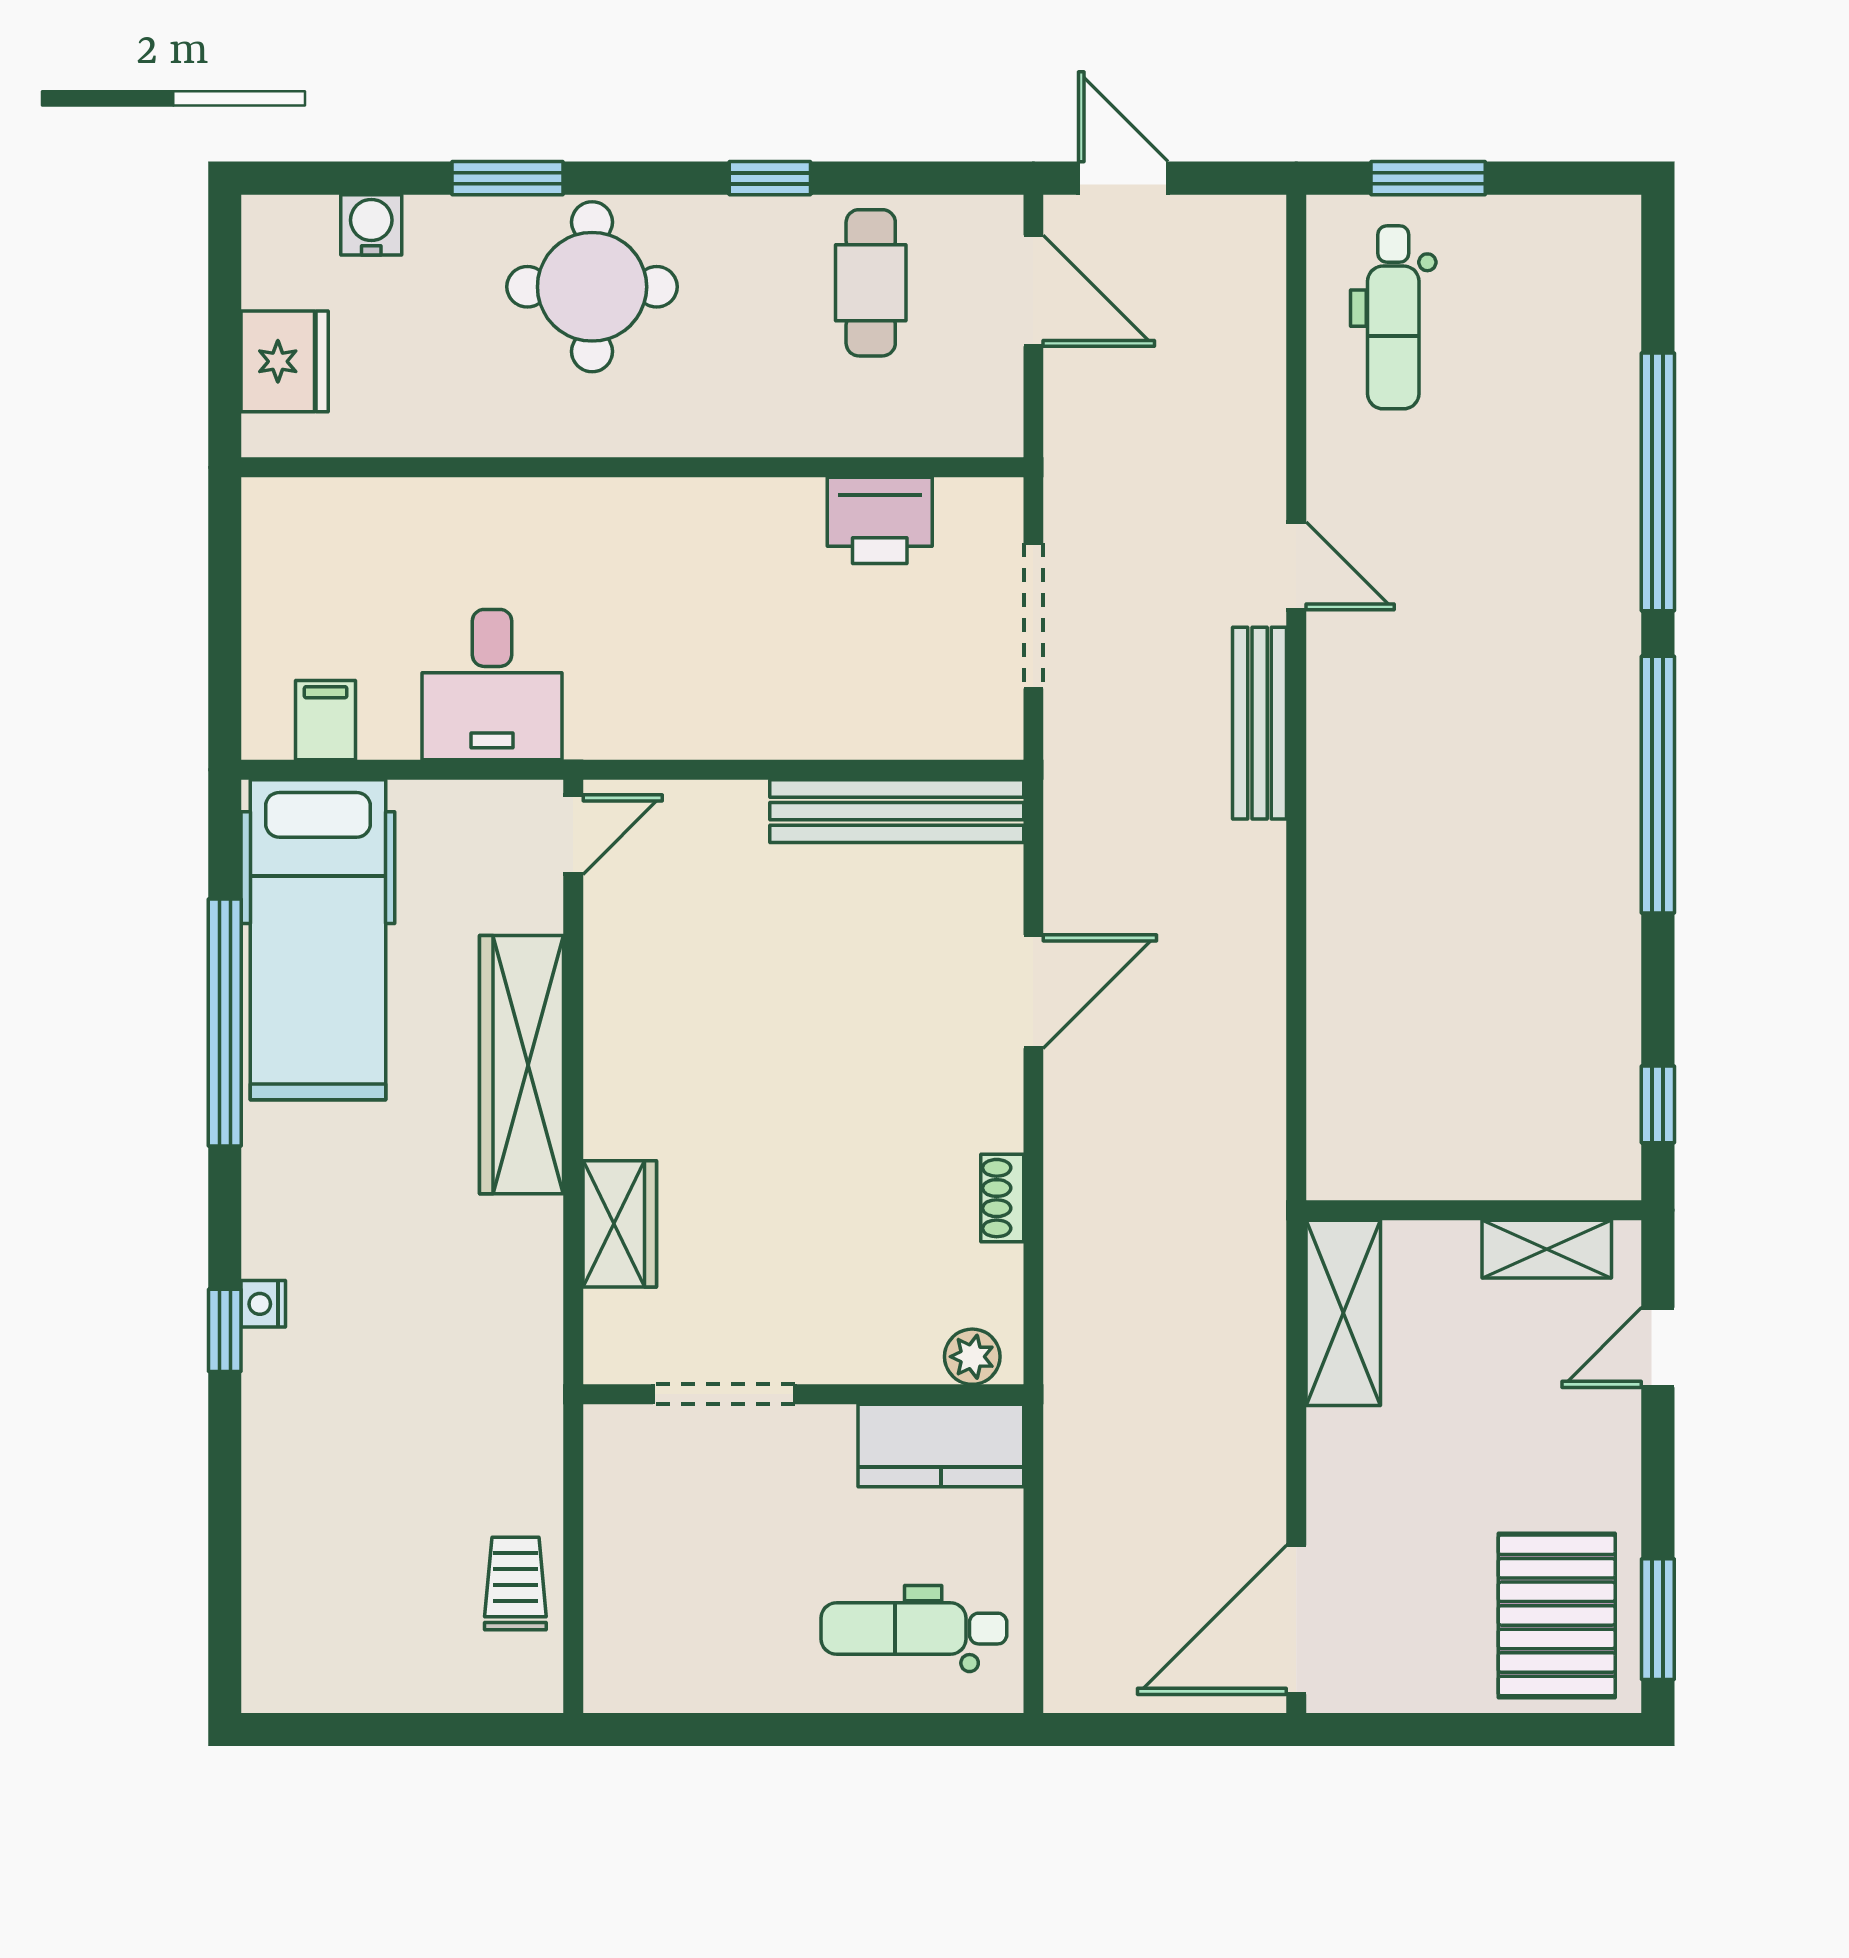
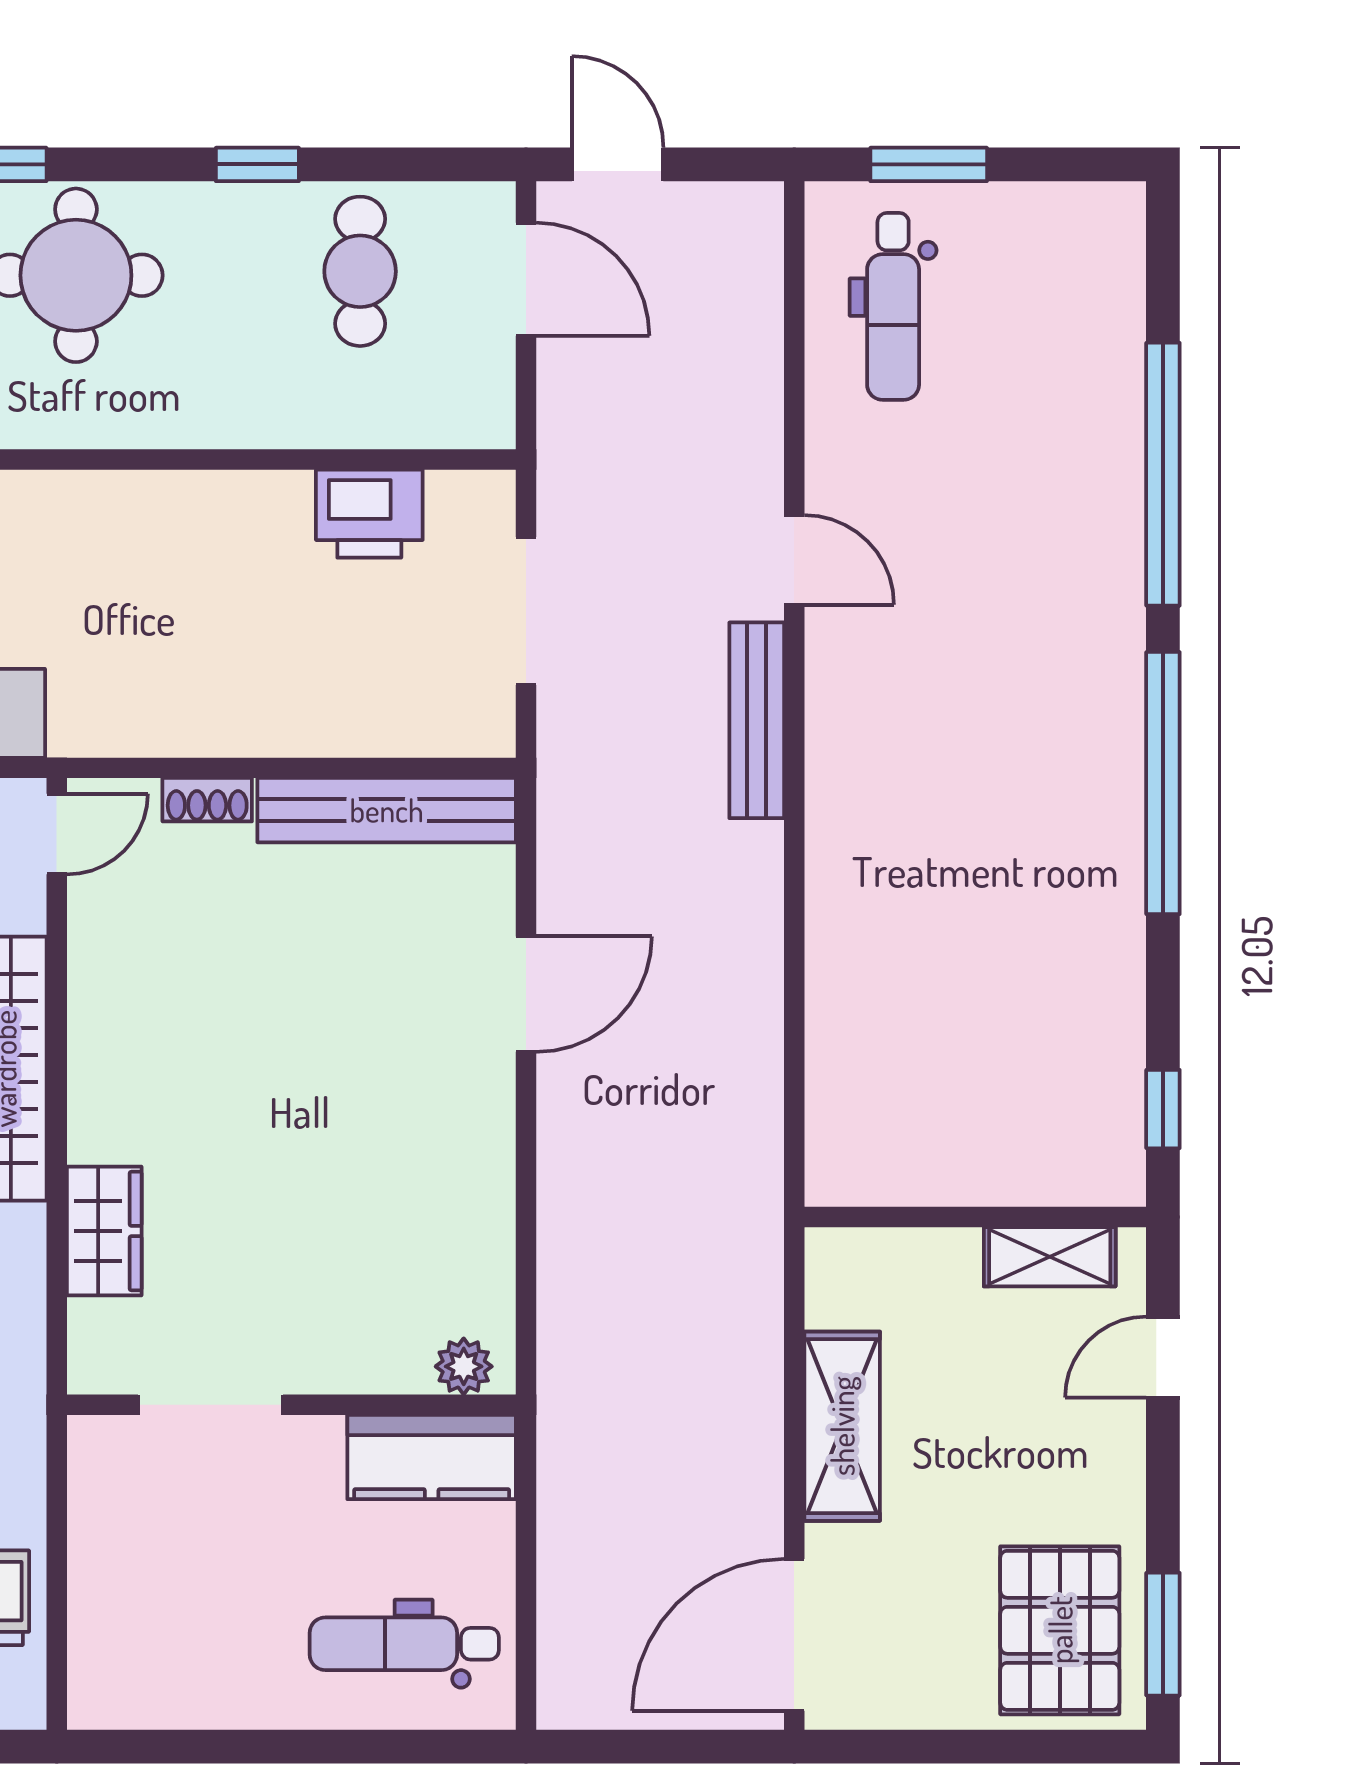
shoe rack: (1002, 1198) -> (207, 800), moved, turned -90
shelving: (1343, 1313) -> (842, 1426), moved

